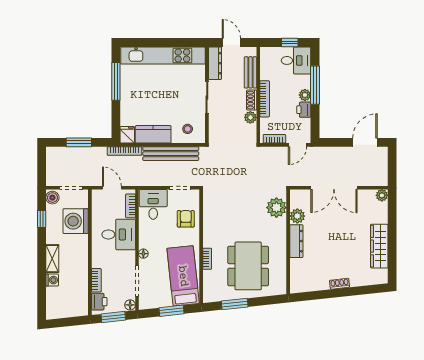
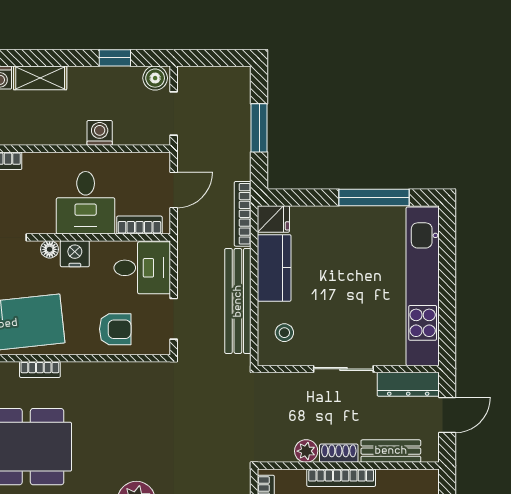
washing machine: (76, 221) -> (100, 133), width x0.53, depth x0.53
nightstand: (146, 240) -> (75, 254), added

